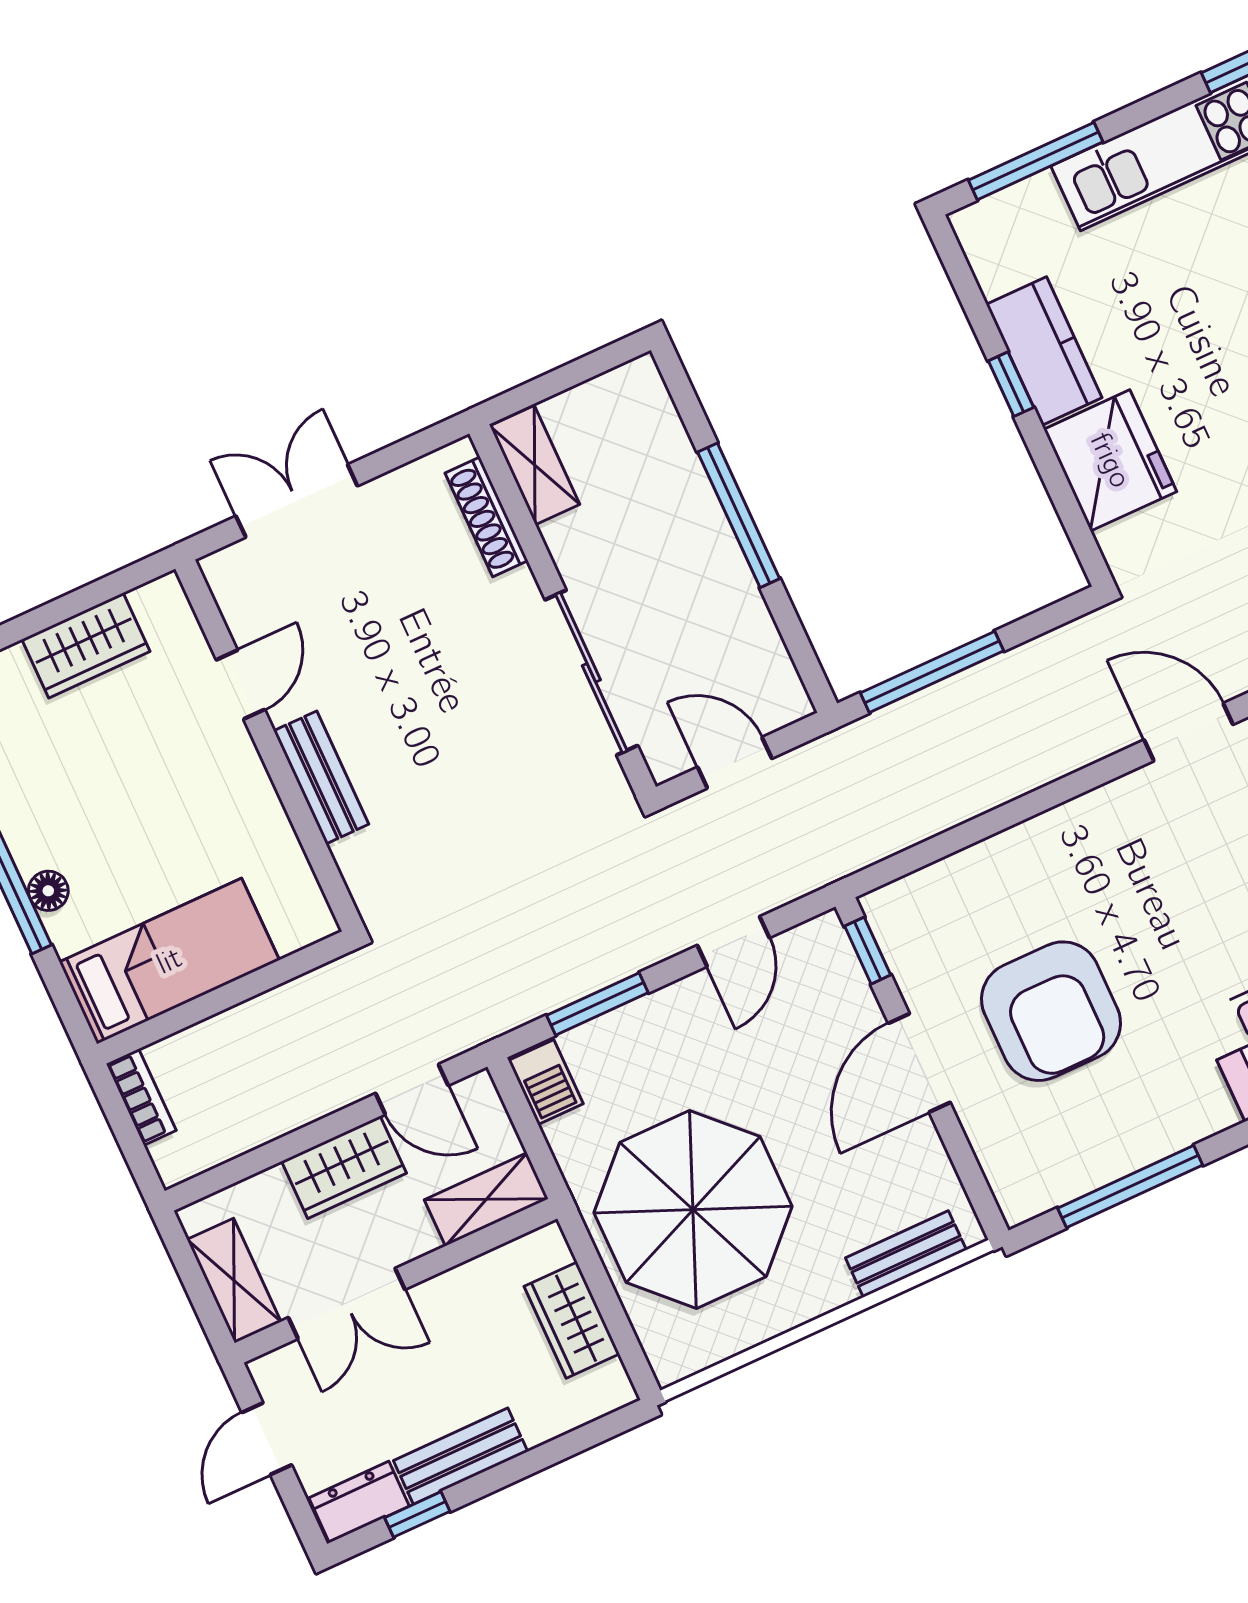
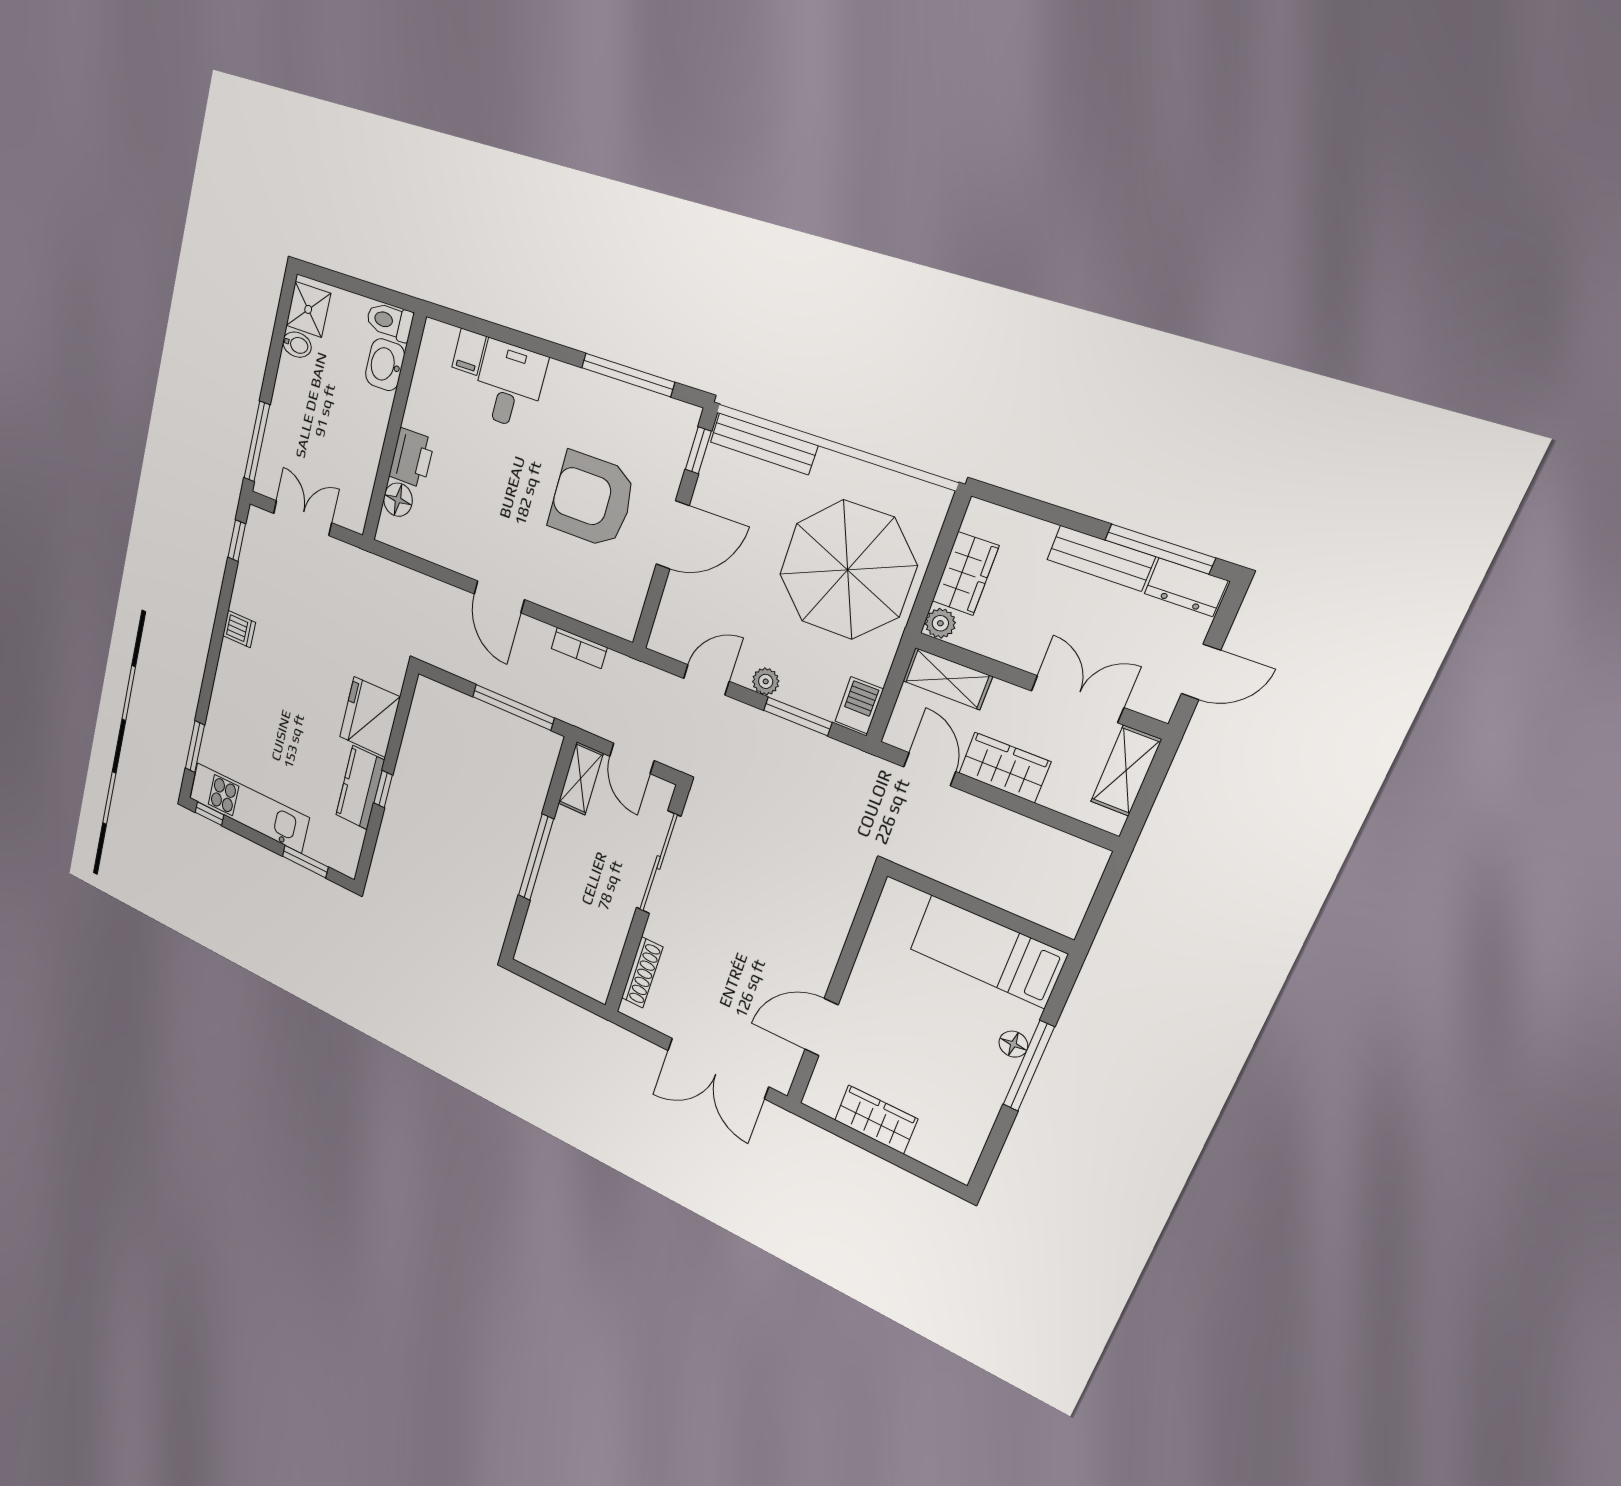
window: (1036, 161) -> (305, 862), width x0.69
shelving: (535, 465) -> (581, 778), moved
double door: (297, 501) -> (718, 1068), width x1.37
door: (241, 685) -> (822, 1027), width x1.38
door: (1189, 732) -> (499, 597), moved
bench: (321, 777) -> (825, 950), removed
window: (868, 951) -> (698, 450), moved
plant: (667, 1006) -> (766, 681), added
armchair: (1051, 1011) -> (592, 500), turned -90
bookcase: (141, 1097) -> (579, 648), moved, turned -90
plant: (548, 1248) -> (940, 623), added
bench: (906, 1254) -> (764, 444), width x1.36
window: (417, 1514) -> (1160, 549), width x2.17

